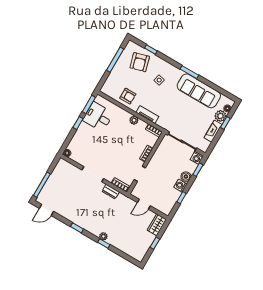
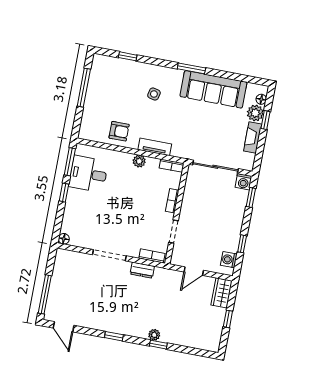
armchair: (140, 62) -> (119, 79), removed
boiler: (186, 177) -> (238, 213), removed
washing machine: (180, 186) -> (229, 260), moved
door: (46, 210) -> (64, 327), hinge flipped

